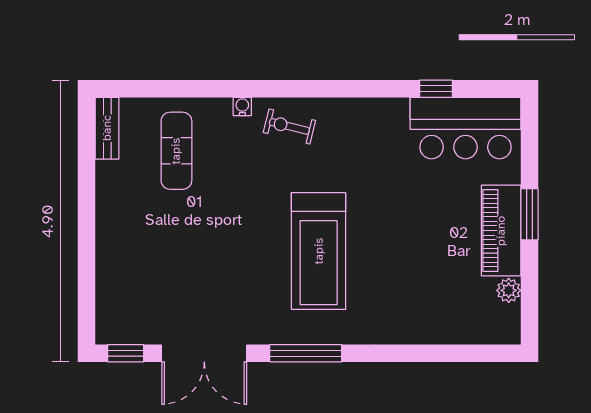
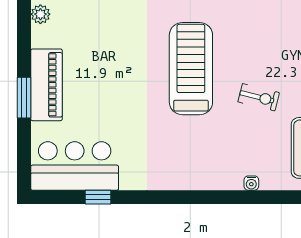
exercise bike: (289, 126) -> (259, 97), moved
plant: (509, 290) -> (40, 14), moved

